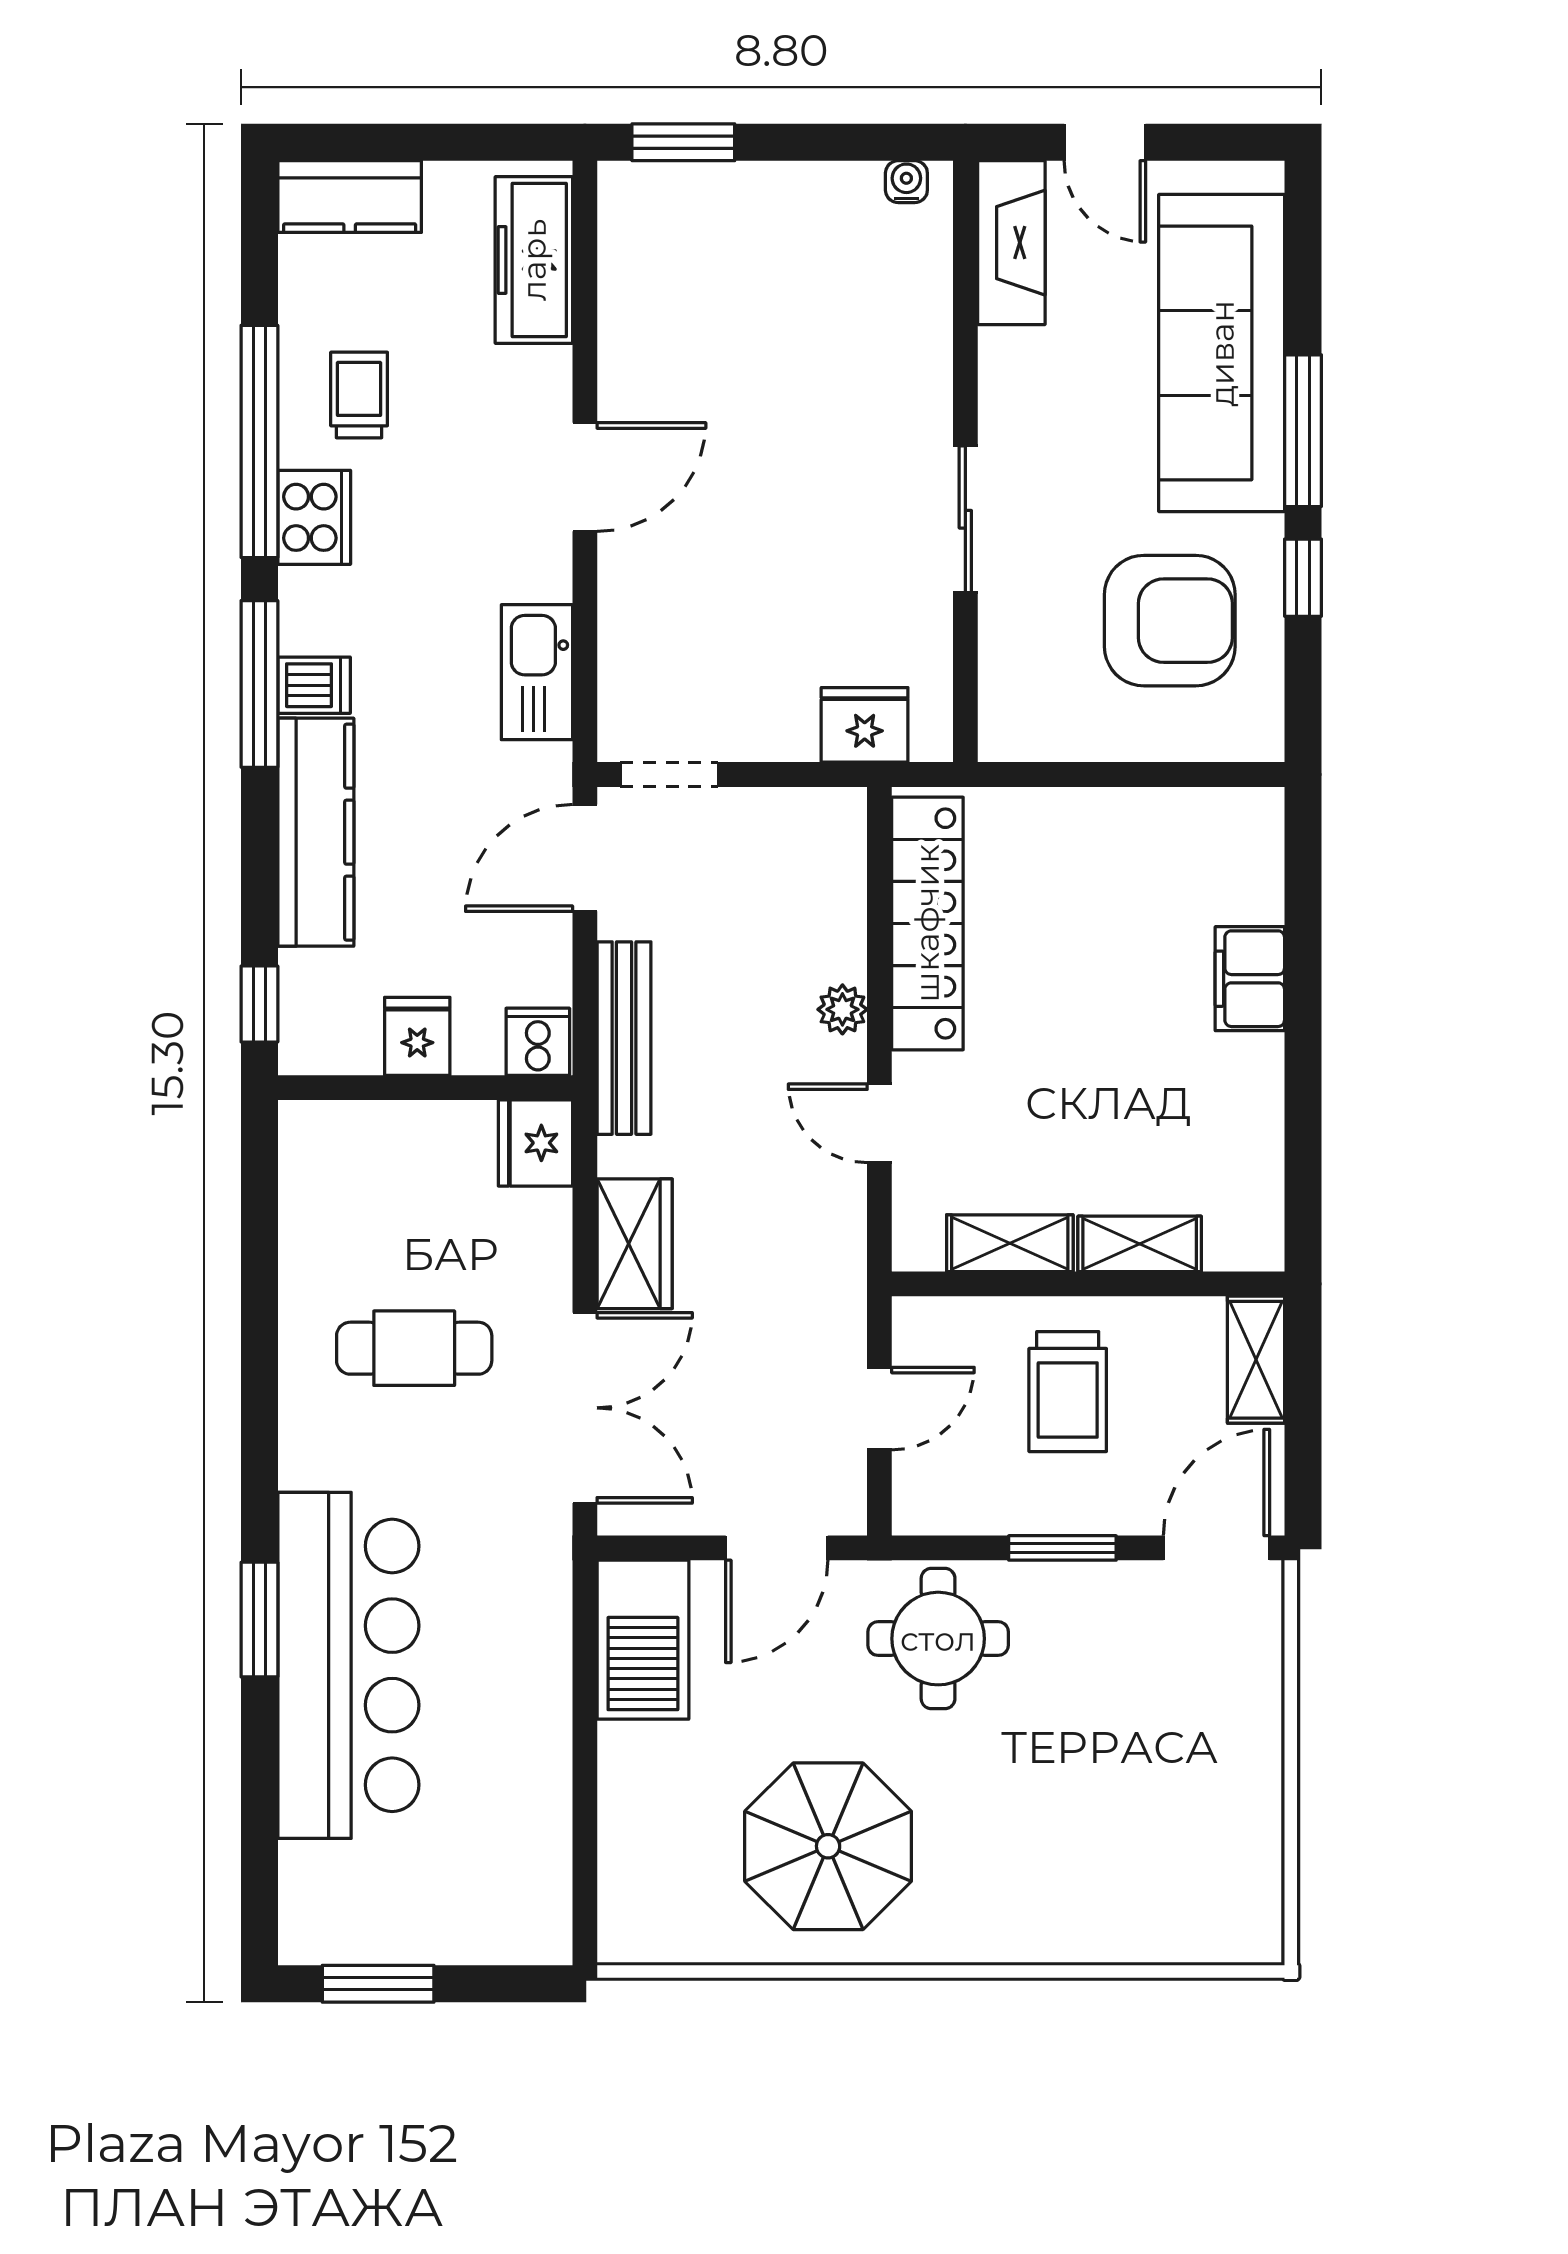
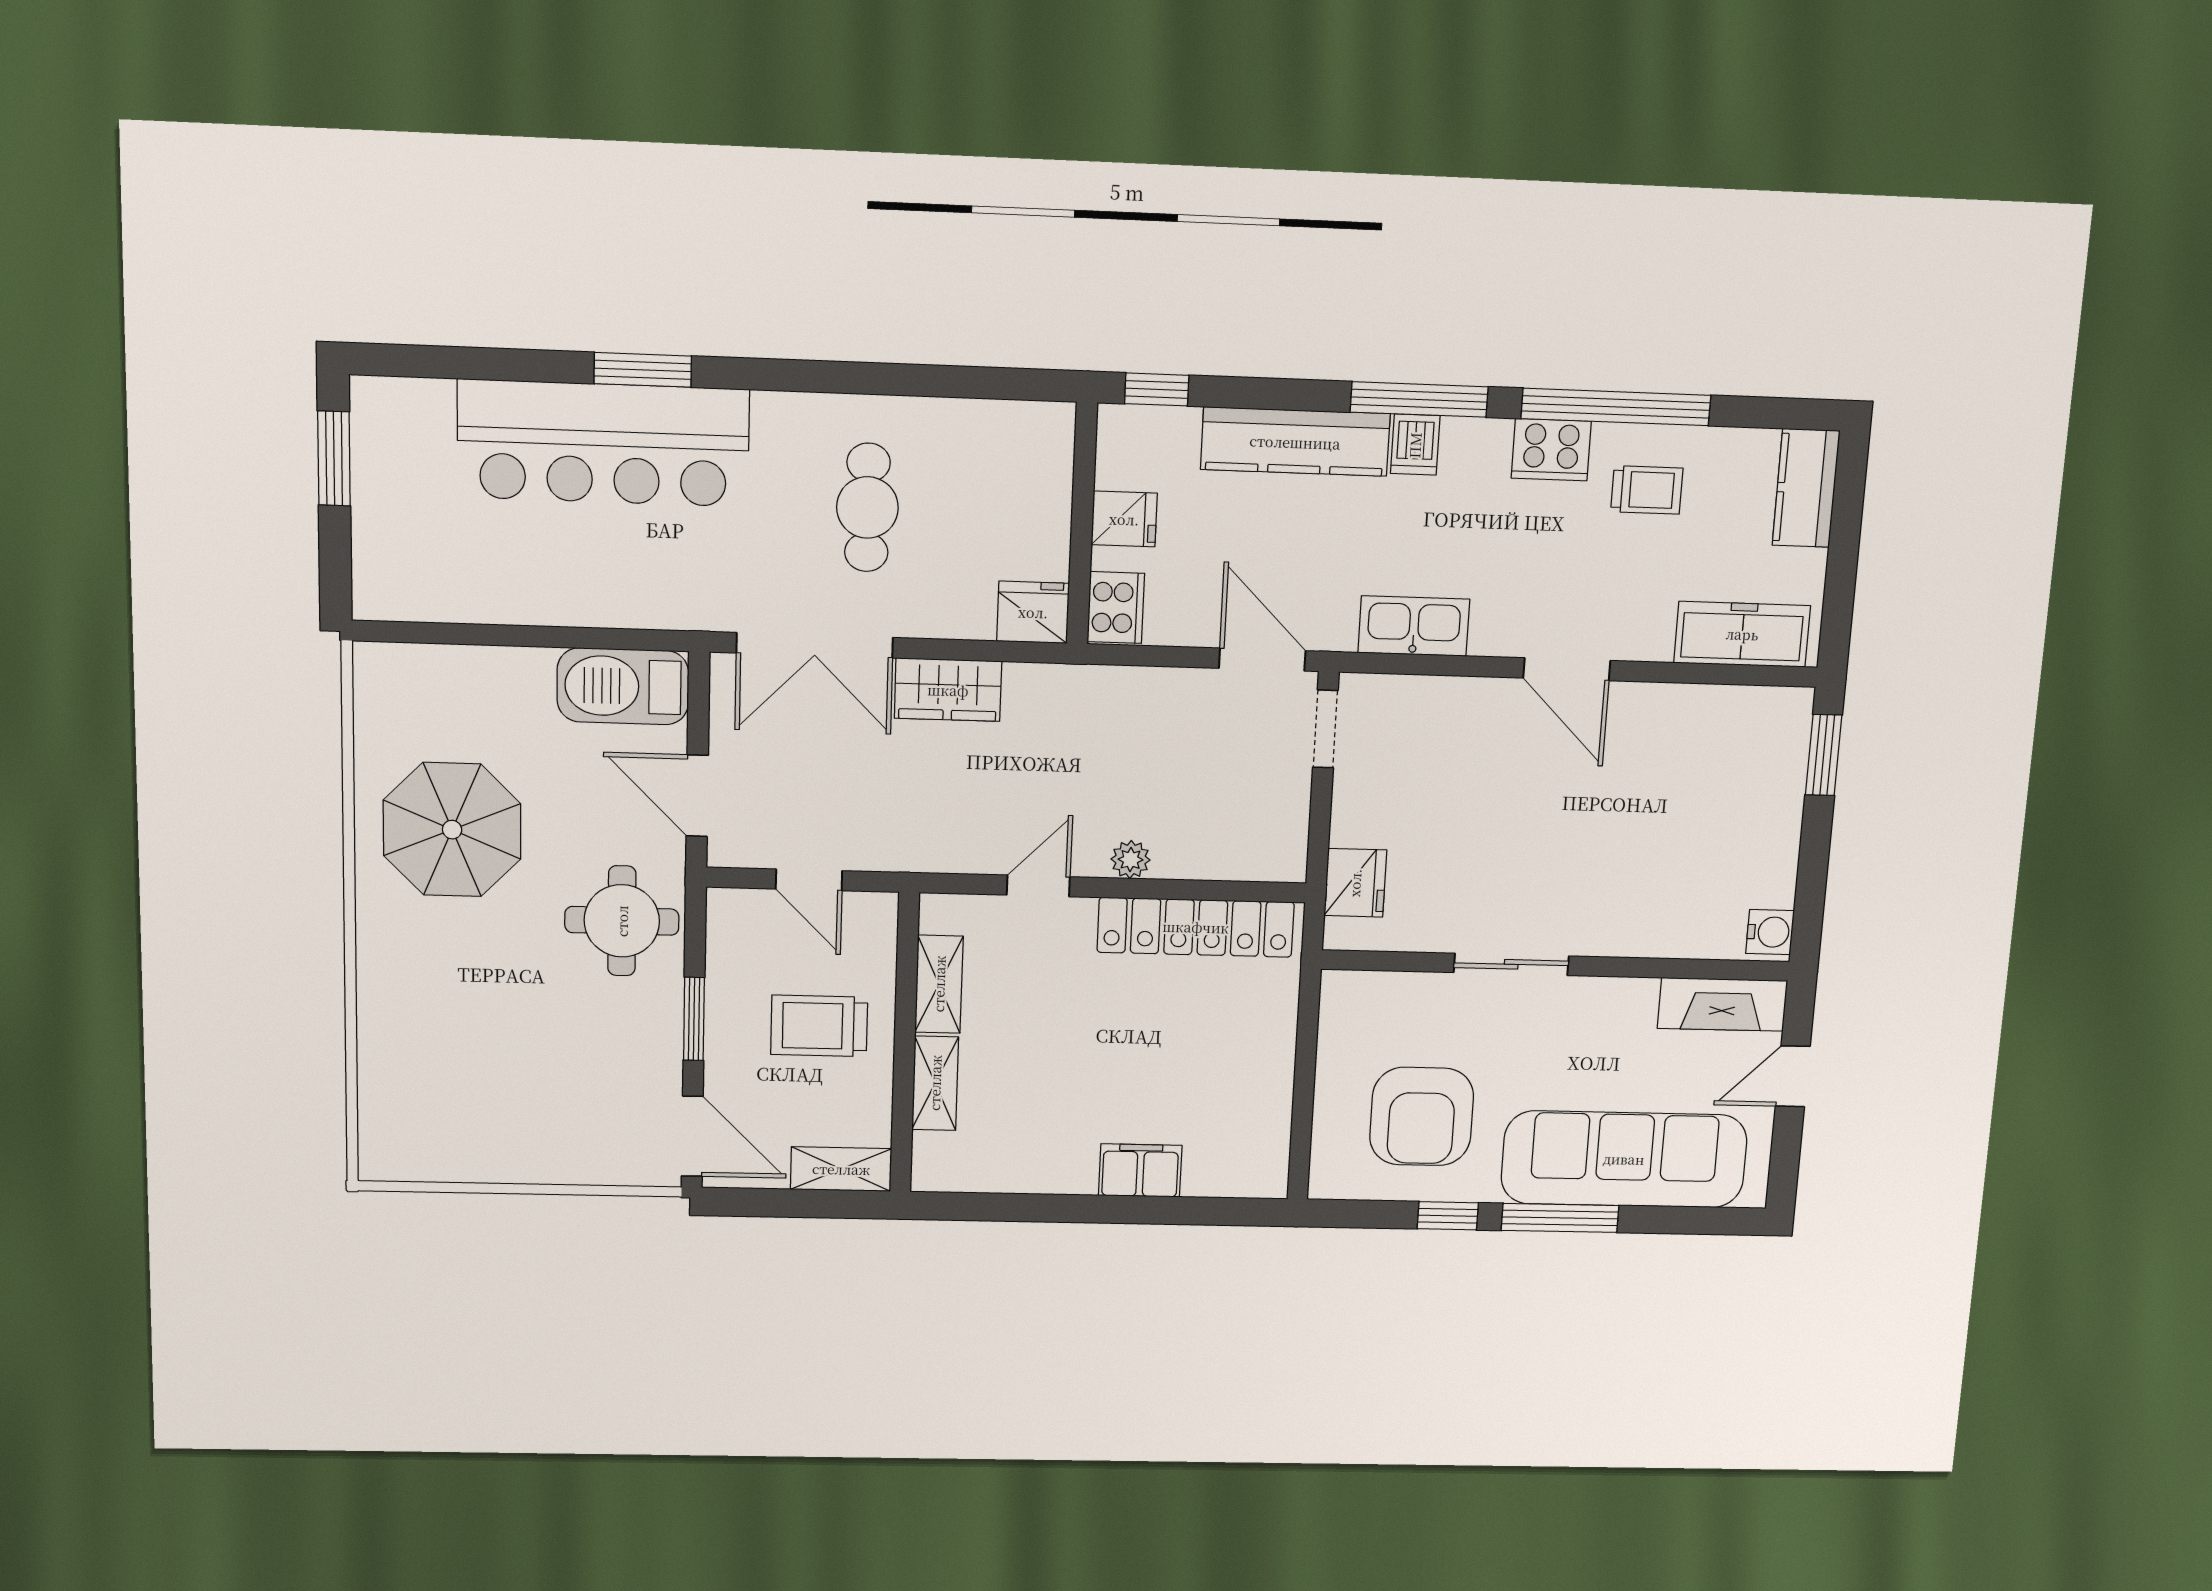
water cooler: (906, 182) -> (1770, 932), width x1.38, depth x1.38
bench: (624, 1038) -> (1115, 686), removed
cooker: (538, 1042) -> (1116, 608), width x1.36

